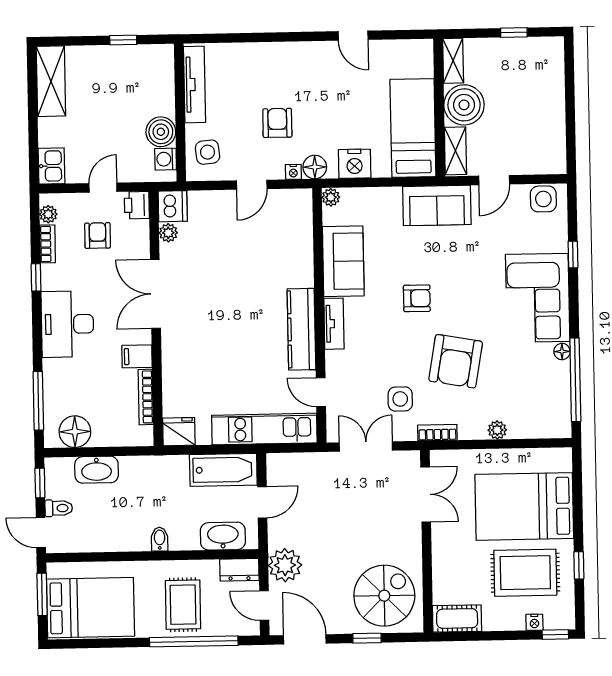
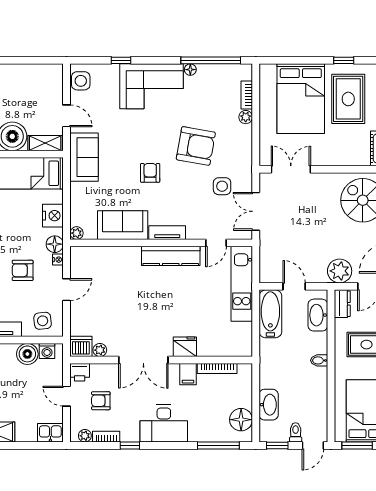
door: (252, 185) -> (67, 290), hinge flipped
fridge: (179, 432) -> (185, 347), moved, turned 90
bookcase: (437, 433) -> (247, 95), moved

